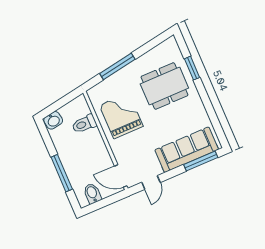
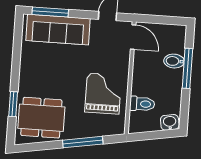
dining table: (164, 86) -> (41, 118), moved
grand piano: (121, 116) -> (103, 94), turned 180
bidet: (92, 193) -> (174, 61), moved, turned 90

